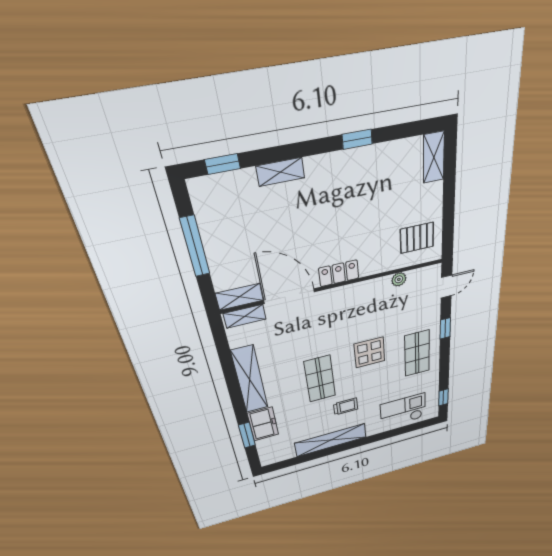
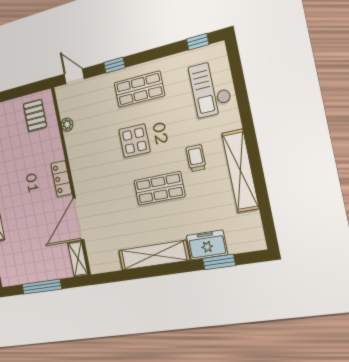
shelving: (245, 316) -> (94, 256), removed

